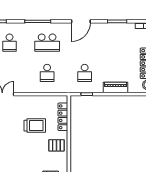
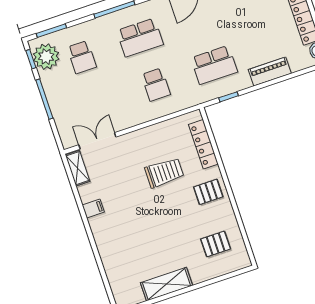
school desk: (85, 73) -> (214, 65), width x1.85

